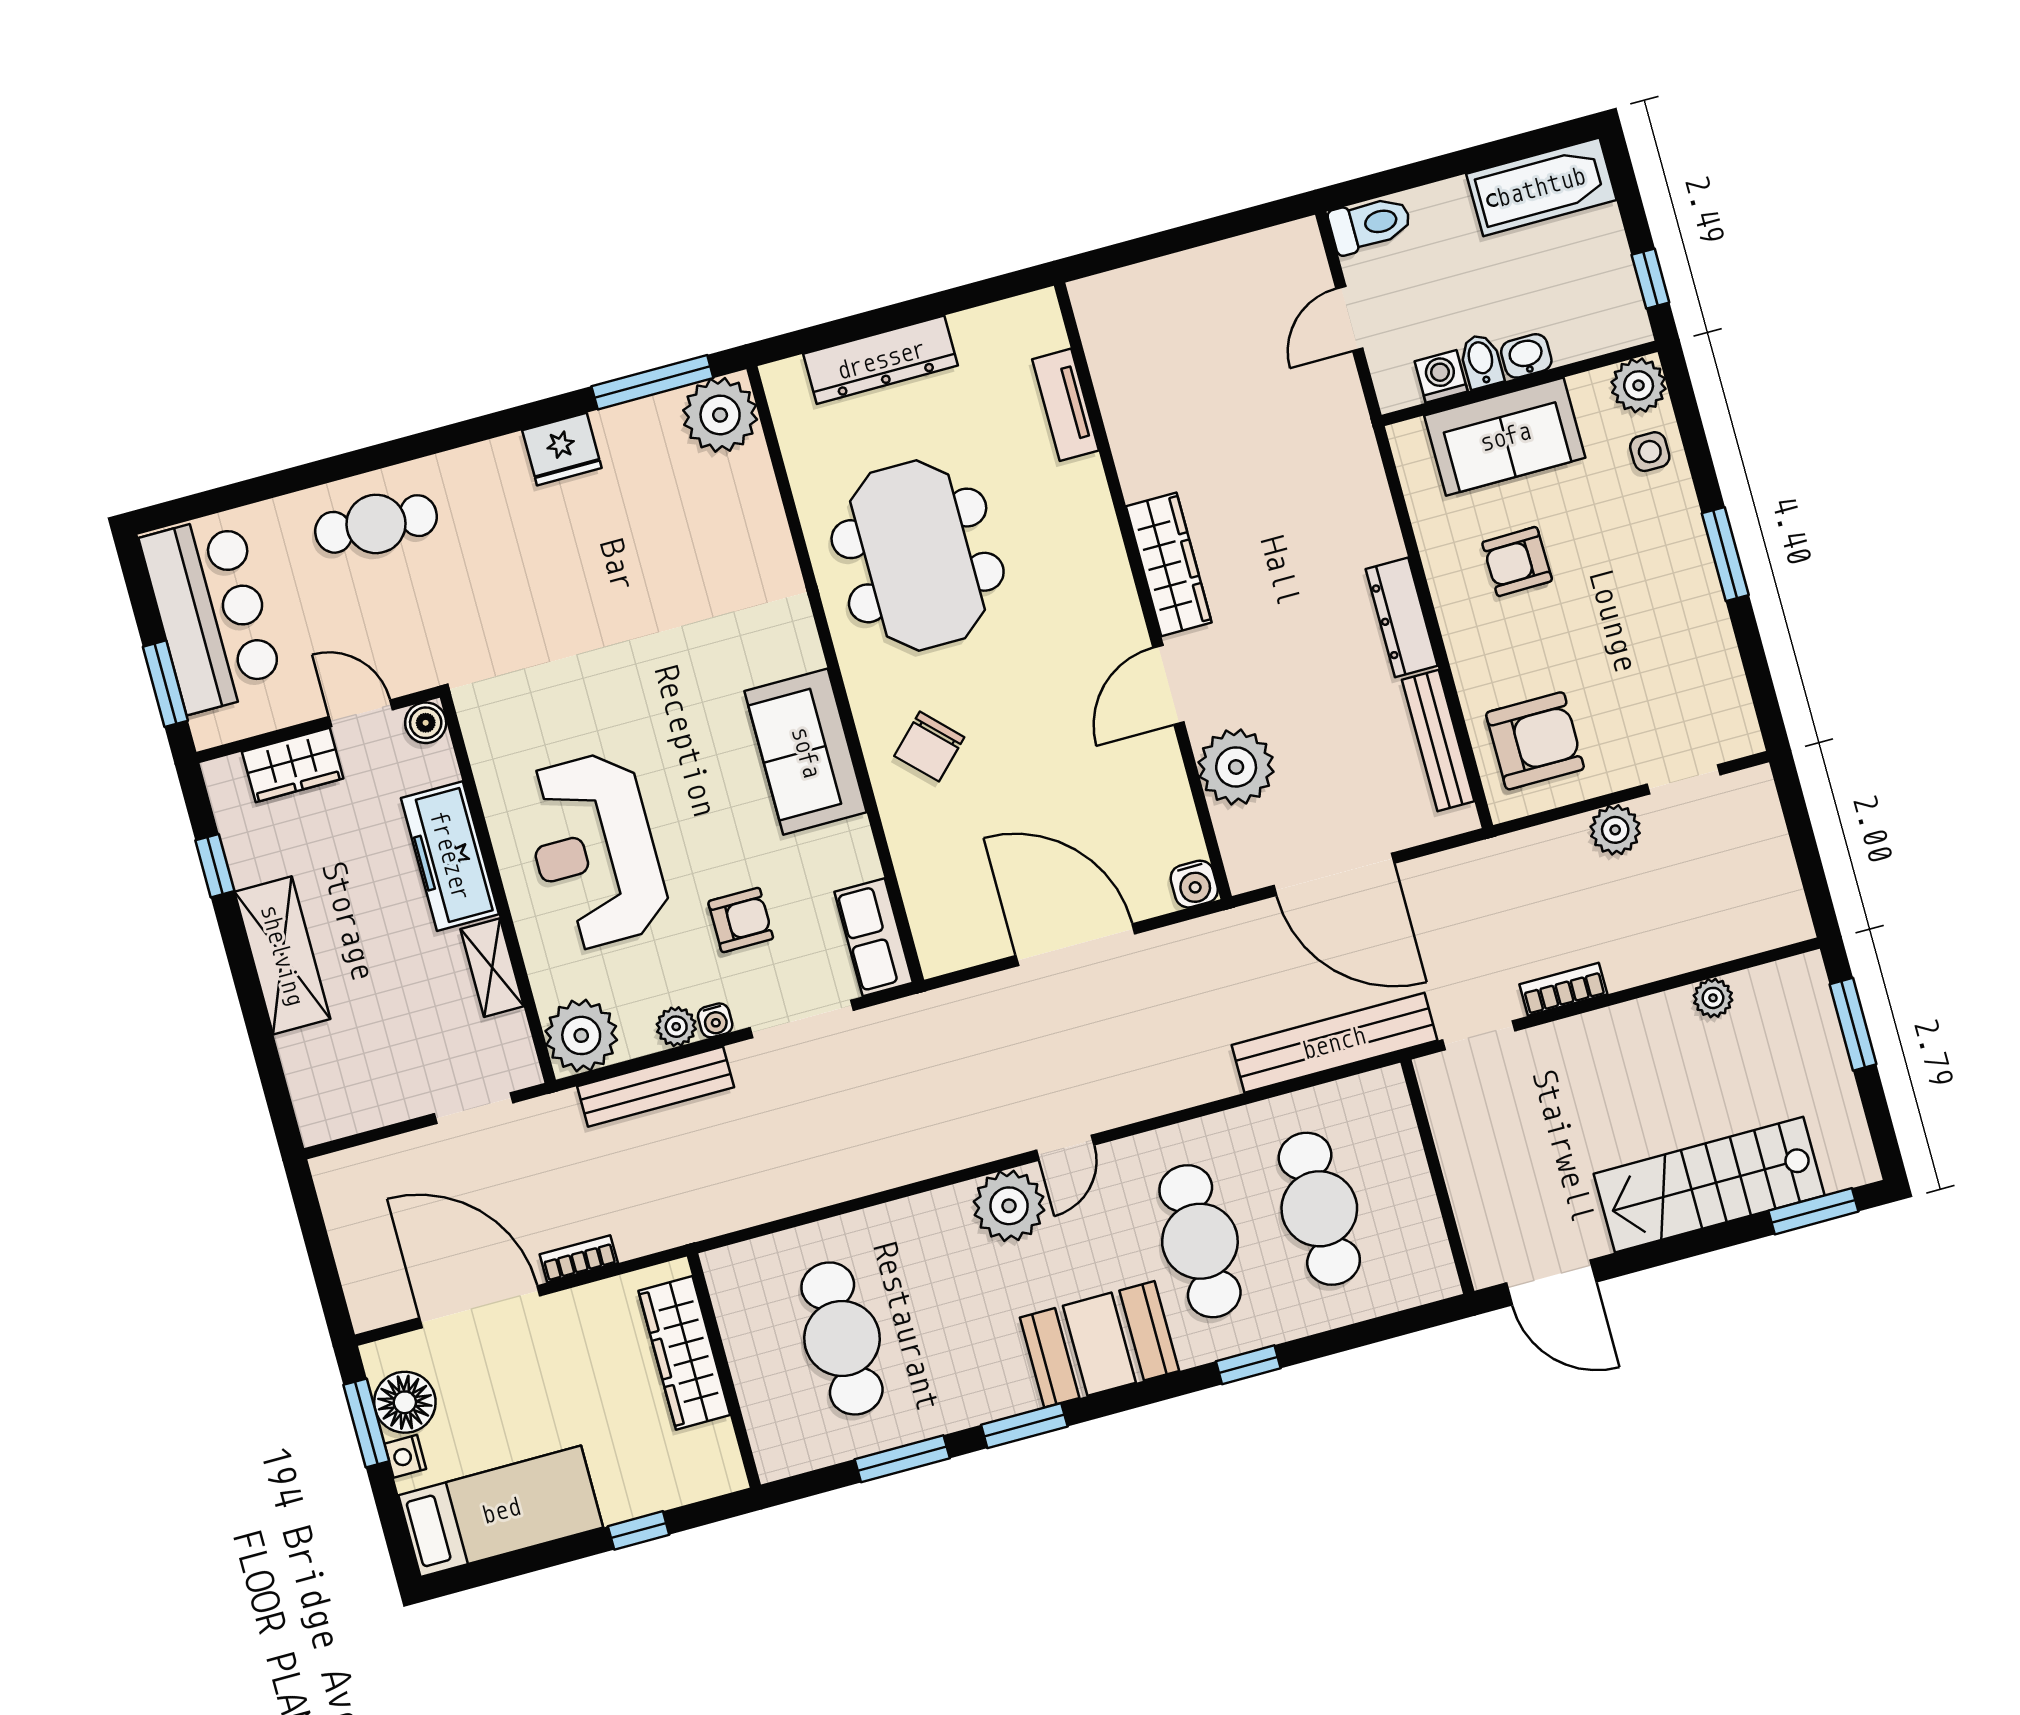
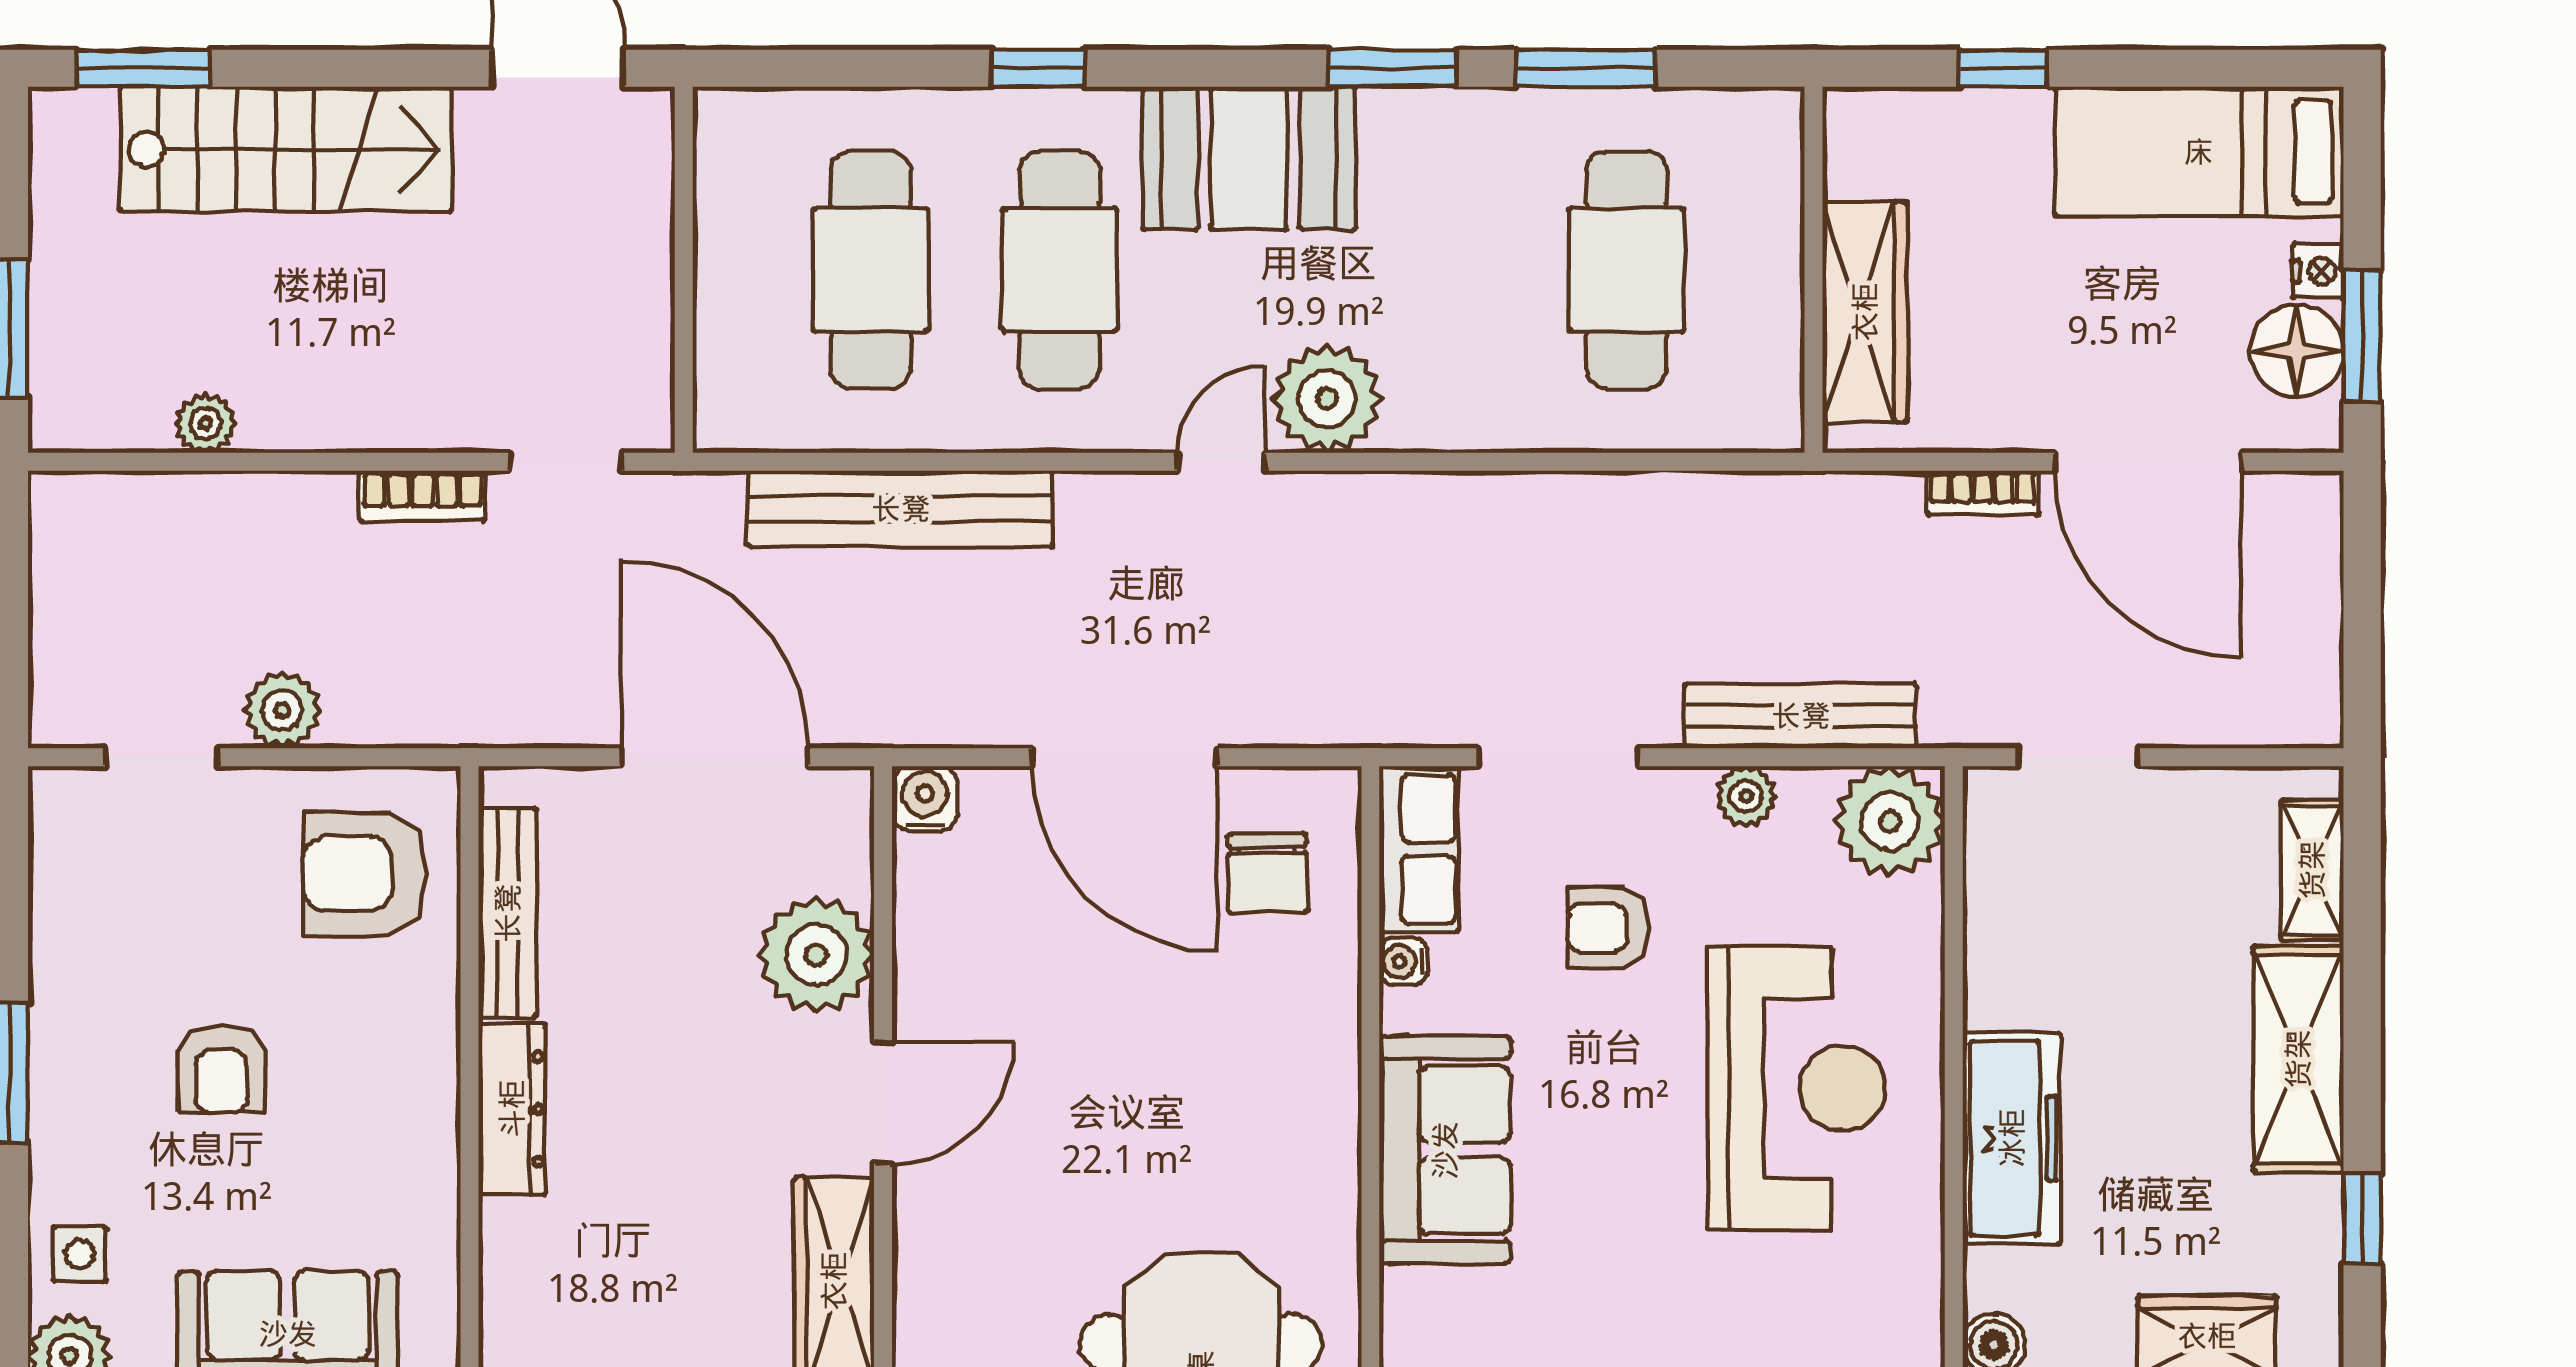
armchair: (1517, 562) -> (221, 1069), moved, turned 91
chair: (929, 747) -> (1268, 873), moved, turned 134
shelving: (492, 968) -> (2312, 870), moved
water cooler: (715, 1020) -> (1403, 962), moved, turned -90
bench: (1334, 1043) -> (901, 509), moved

